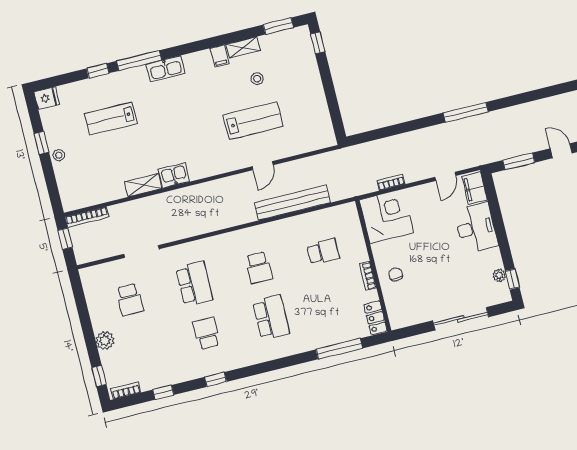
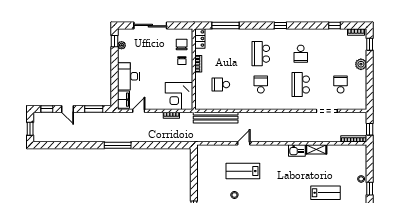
bench: (292, 203) -> (216, 118), moved
chair: (403, 301) -> (182, 44), added
window: (216, 379) -> (280, 26), moved

